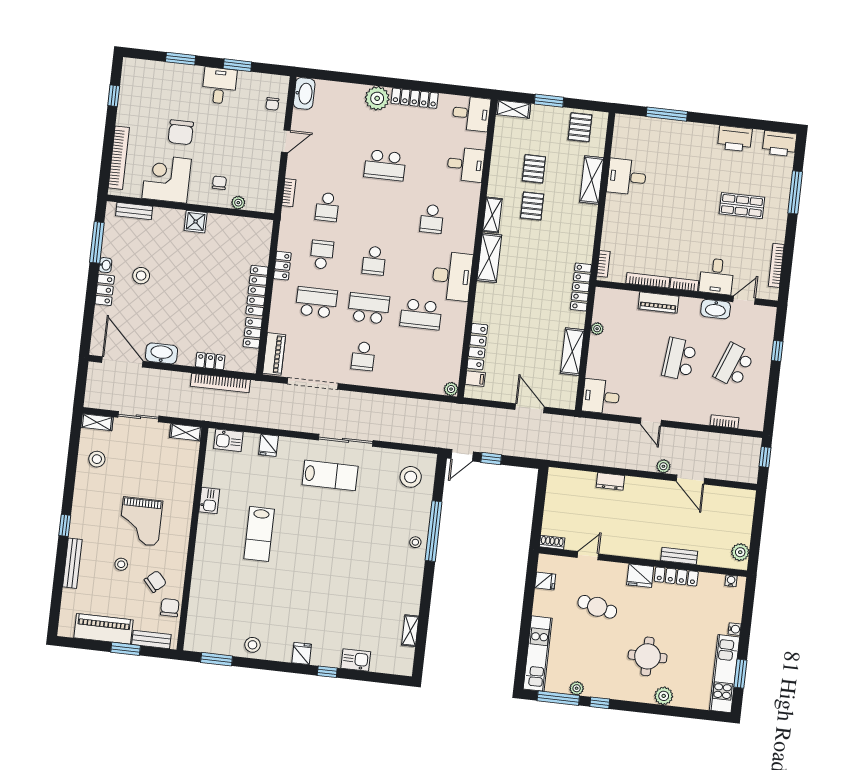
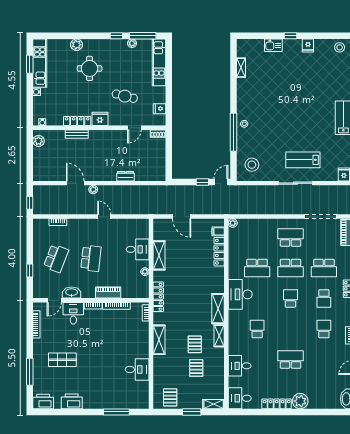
shelving: (592, 180) -> (159, 340), moved
school desk: (421, 314) -> (257, 268), turned 180
school desk: (363, 356) -> (291, 238), width x1.85
desk: (601, 396) -> (138, 249), moved

